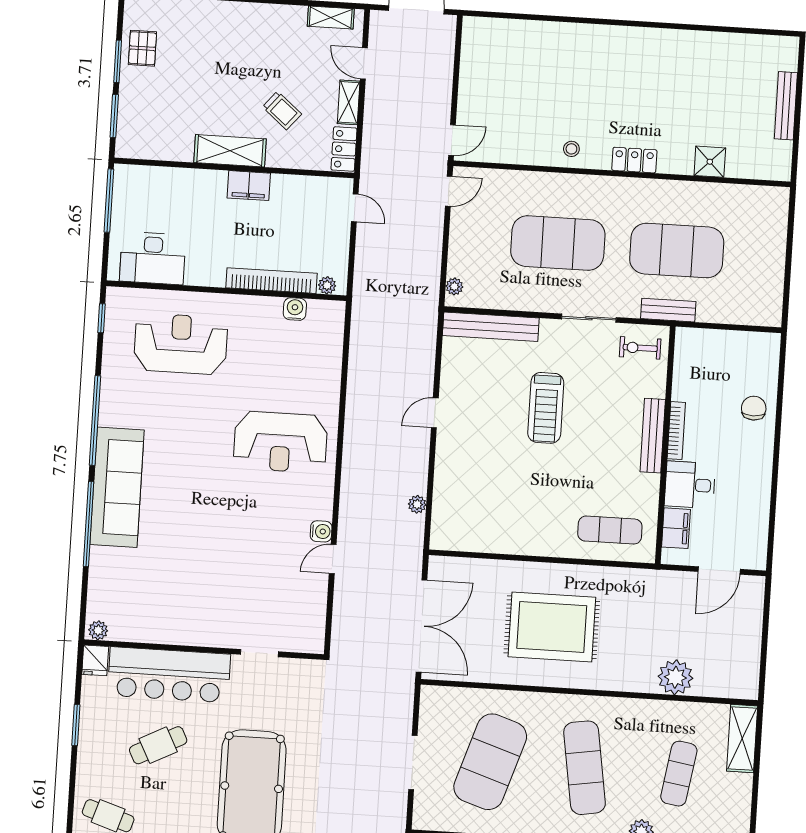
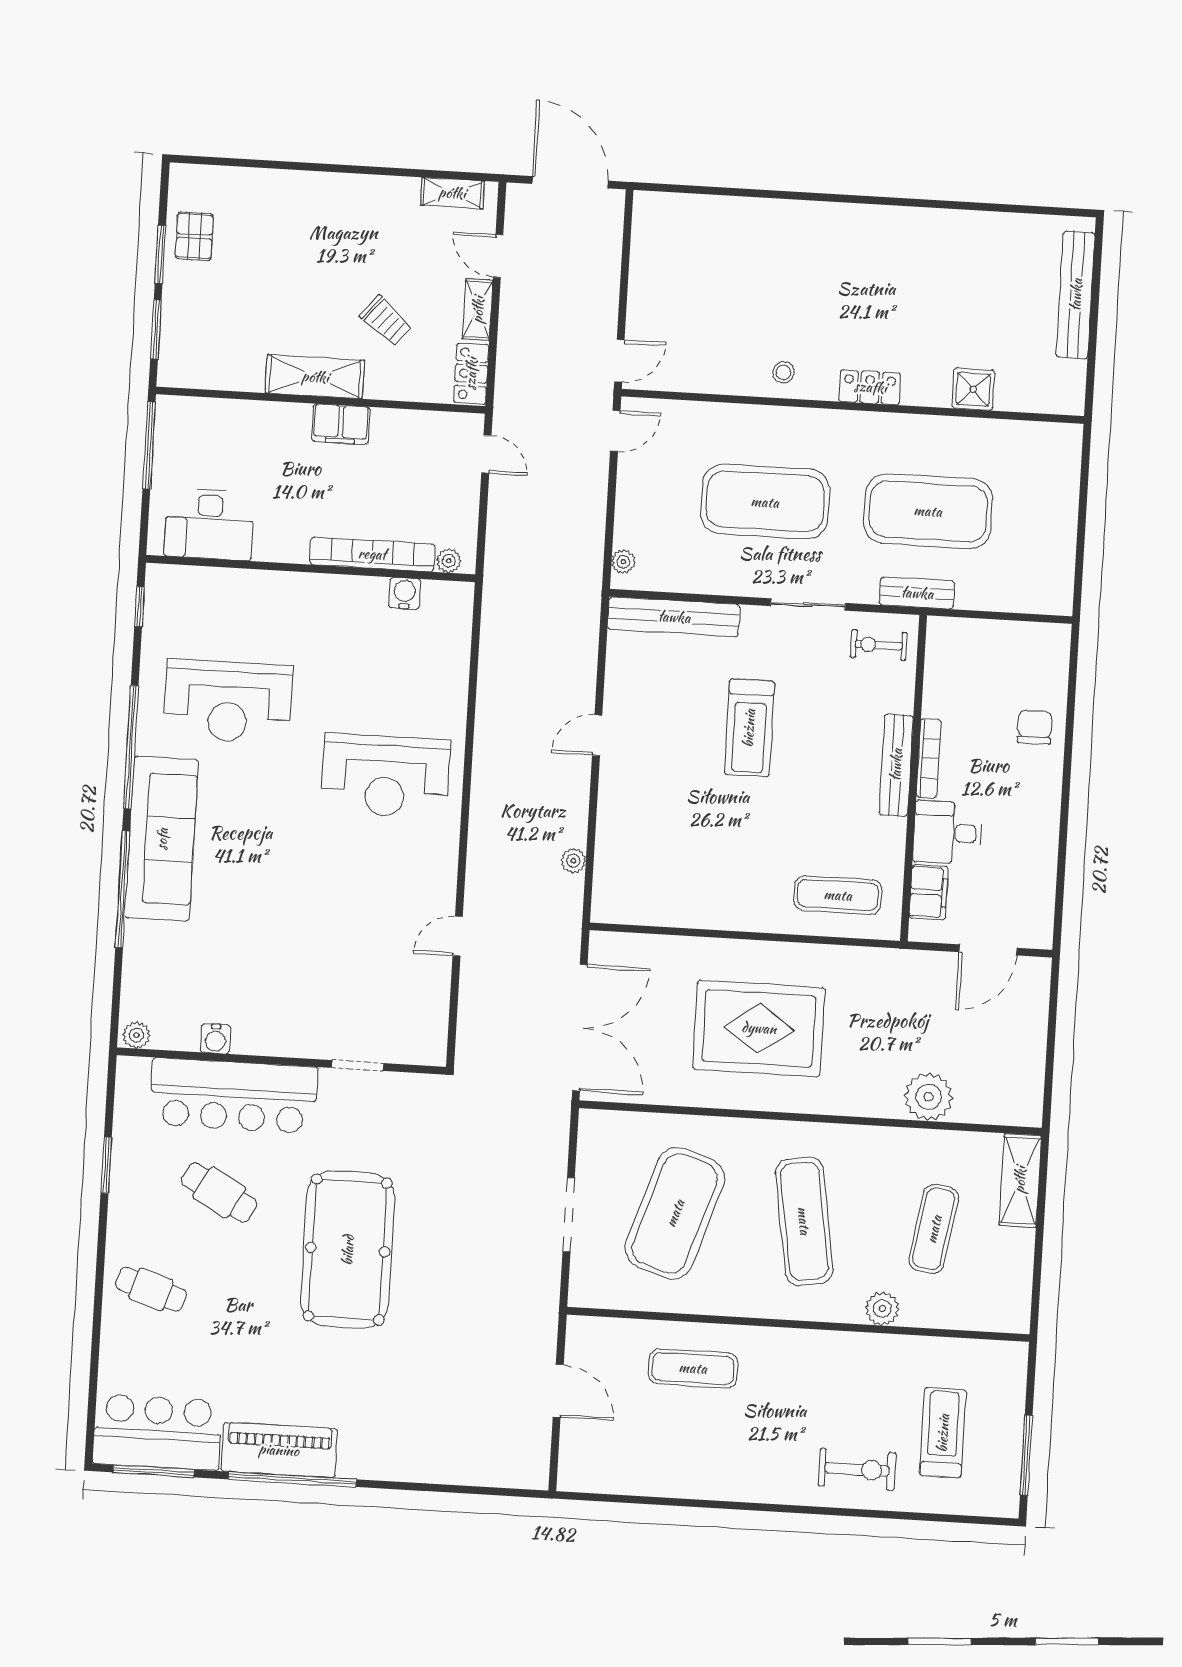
bench: (786, 106) -> (1076, 295), width x1.37, depth x1.21
reception desk: (181, 344) -> (228, 701), moved, turned 180
water cooler: (321, 531) -> (215, 1039), moved, turned 90
fridge: (95, 660) -> (132, 1076), removed
cafe table: (158, 745) -> (219, 1192), turned 56

